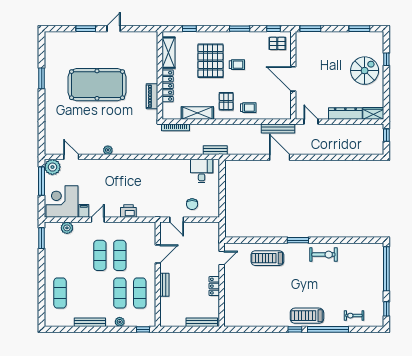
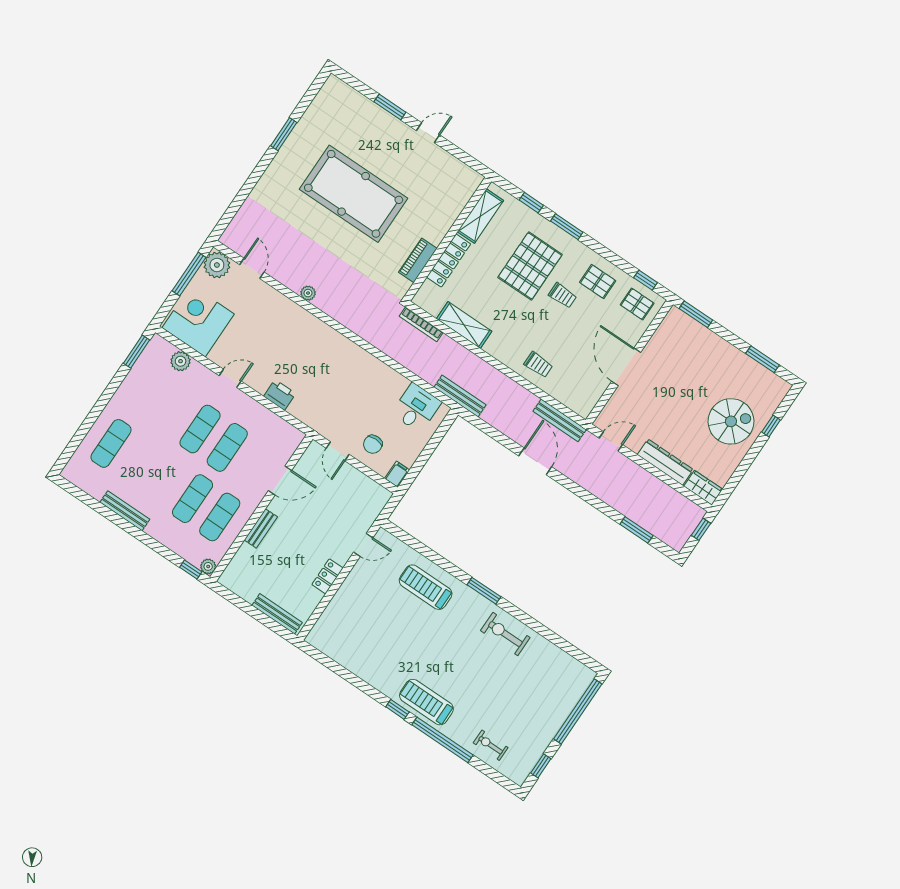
window: (240, 29) -> (567, 227), moved
pallet: (226, 101) -> (598, 282), moved, turned 90
door: (311, 122) -> (611, 441), hinge flipped
bench: (215, 150) -> (460, 396), width x1.36
window: (354, 157) -> (636, 530), added
filing cabinet: (84, 211) -> (397, 474), moved
exercise bike: (323, 255) -> (505, 634), turned 180
plant: (120, 322) -> (208, 566), moved

